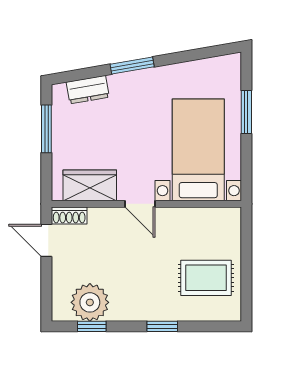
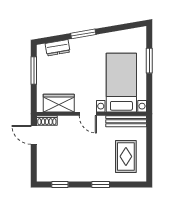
bench: (206, 217) -> (126, 121), added
rug: (206, 278) -> (126, 156), turned 90
plant: (90, 302) -> (59, 171), removed

